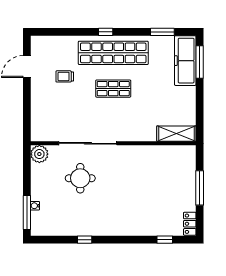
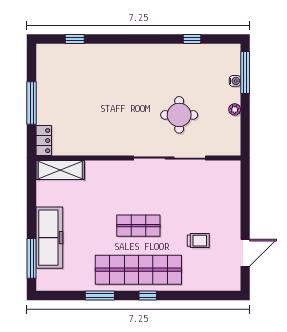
window: (162, 32) -> (100, 296), moved
freezer: (185, 61) -> (49, 238), moved
plant: (39, 154) -> (235, 109), moved, width x0.53, depth x0.53
locker: (190, 224) -> (44, 141), moved
window: (85, 240) -> (192, 39), moved

